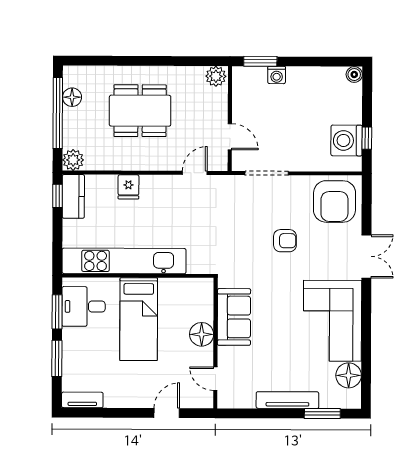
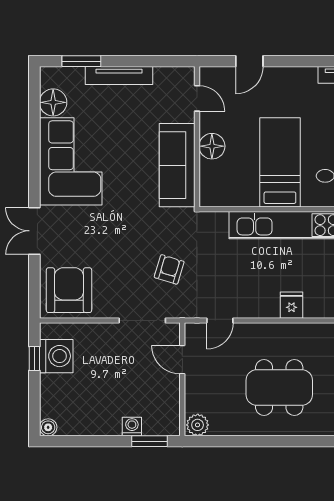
armchair: (285, 241) -> (169, 269), moved, turned 107
sofa: (234, 317) -> (177, 165), width x1.36

